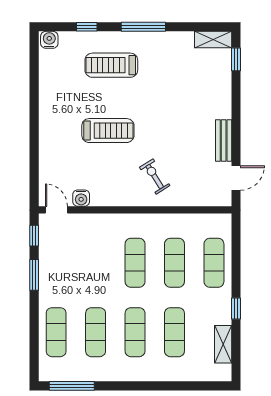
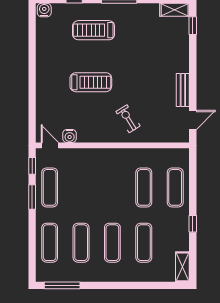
exercise mat: (135, 263) -> (50, 187), moved
shelving: (223, 344) -> (182, 267), moved

